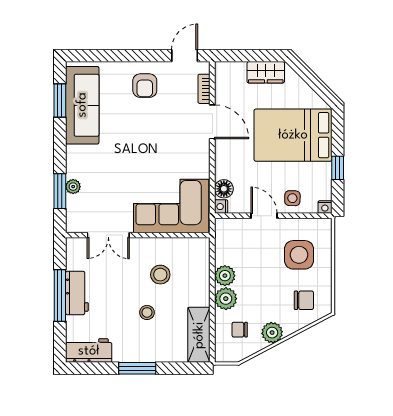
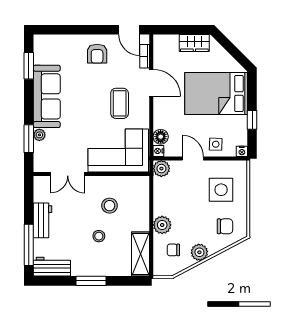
door: (185, 56) -> (129, 30), swing flipped
sofa: (82, 105) -> (47, 96), moved
coffee table: (173, 147) -> (120, 103), added
plant: (225, 276) -> (161, 169), moved
window: (60, 296) -> (29, 245), moved

